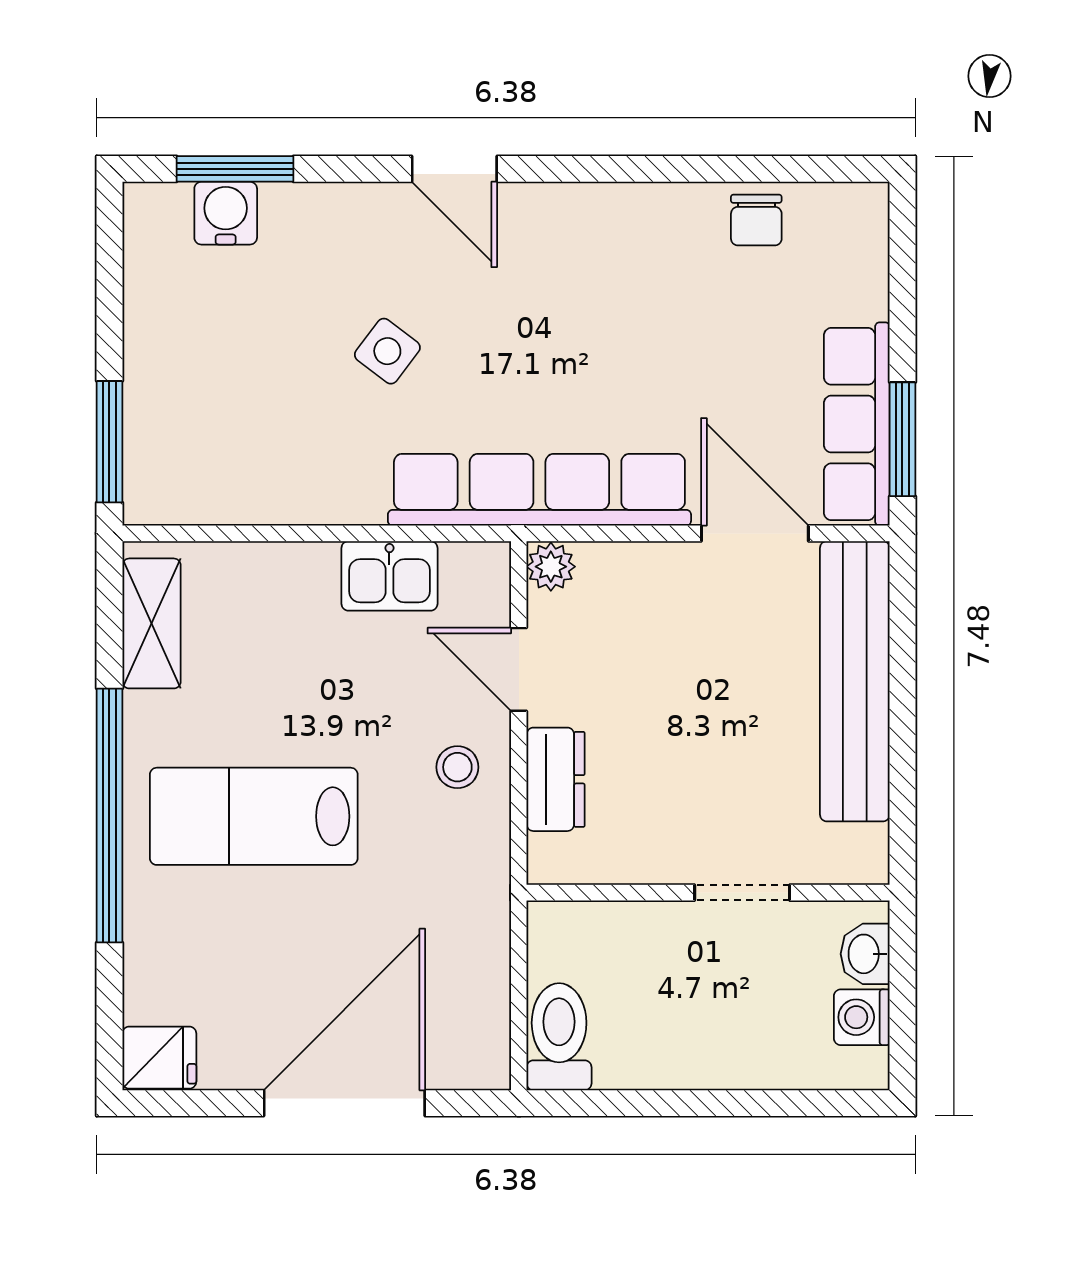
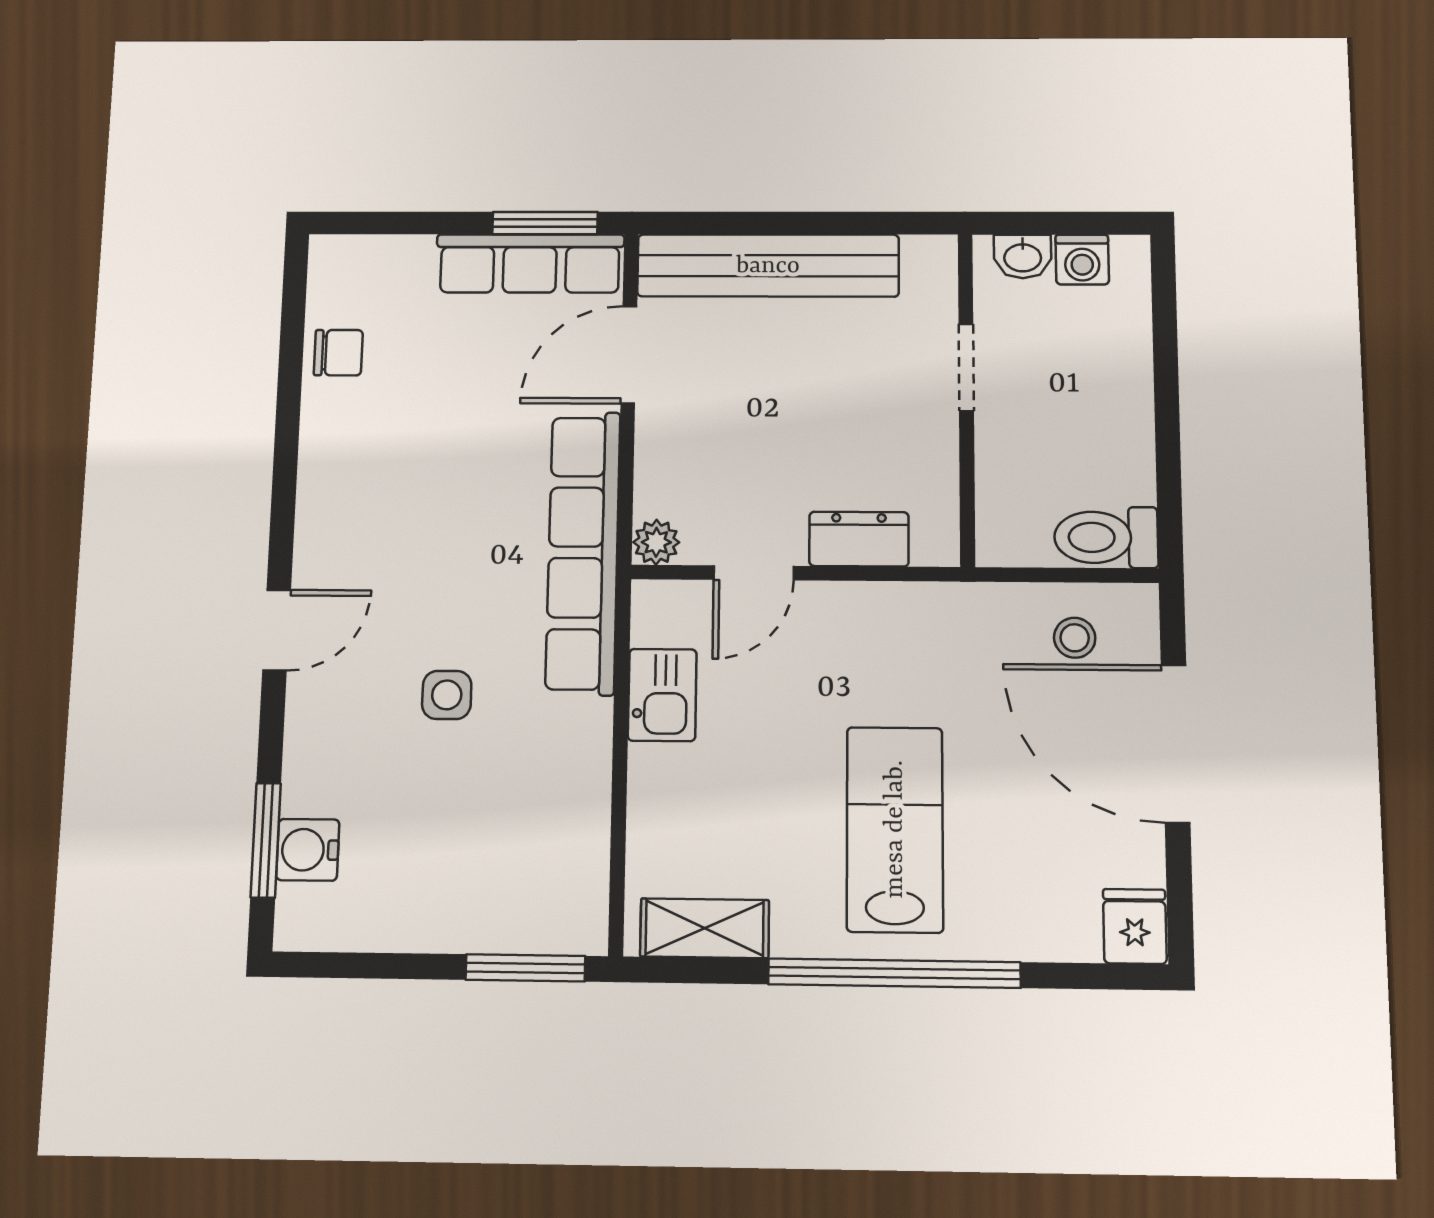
side table: (387, 351) -> (447, 695), turned -37
stool: (457, 767) -> (1075, 638), moved
lab bench: (254, 816) -> (895, 829), turned 180

